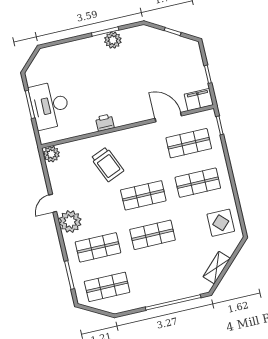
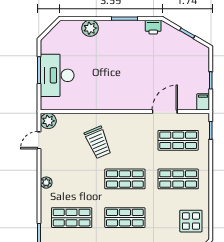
plant: (113, 40) -> (90, 28), moved
filing cabinet: (199, 100) -> (203, 102), width x0.50
door: (168, 117) -> (165, 112), hinge flipped
printer: (105, 123) -> (153, 27), moved, turned 180
door: (53, 203) -> (39, 140), moved
plant: (70, 221) -> (46, 183), width x0.53, depth x0.53

